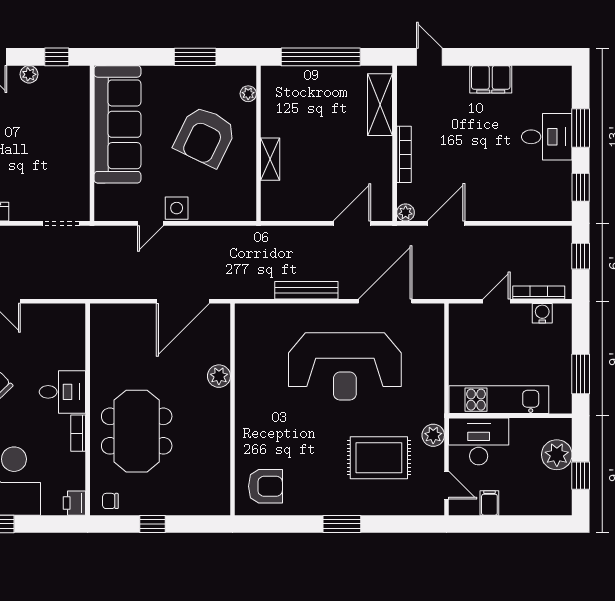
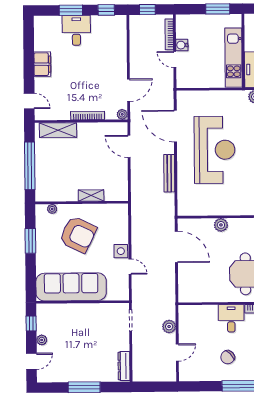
door: (429, 57) -> (29, 101), swing flipped
door: (446, 223) -> (129, 90), swing flipped
plant: (50, 288) -> (169, 327), added
water cooler: (542, 313) -> (182, 45), moved

